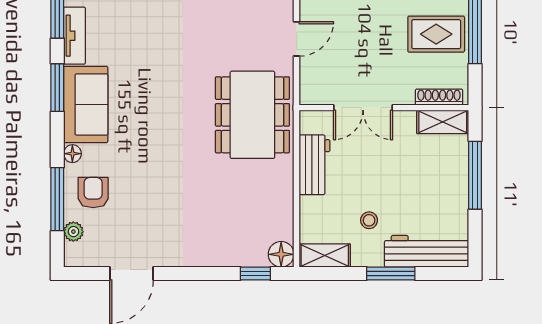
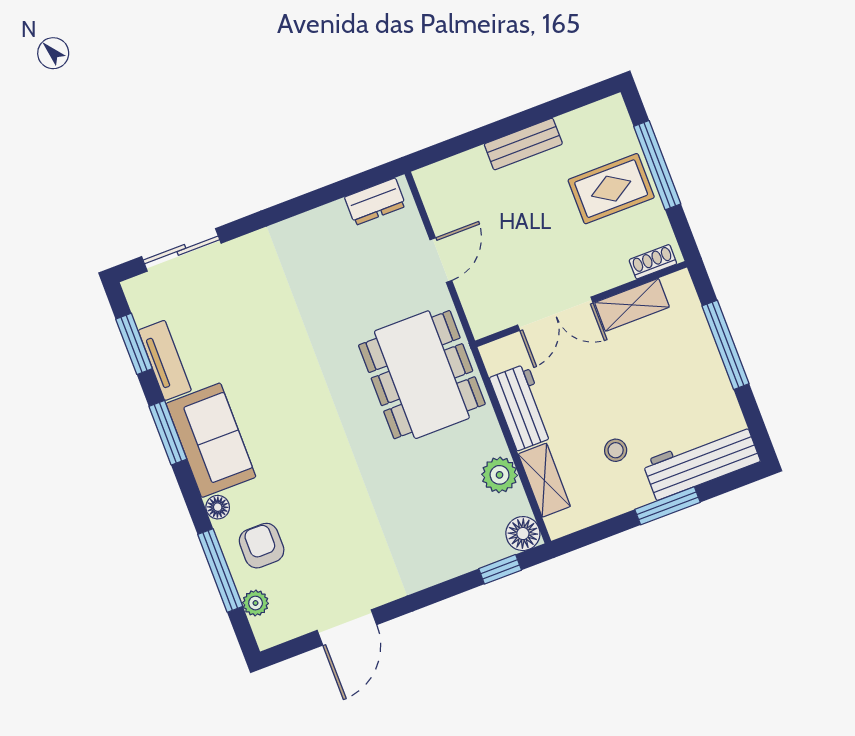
shoe rack: (439, 97) -> (653, 262), width x0.70
shelving: (443, 122) -> (632, 305), moved
plant: (280, 207) -> (500, 475), added
shelving: (325, 256) -> (544, 480), moved, turned 90

